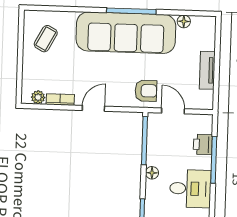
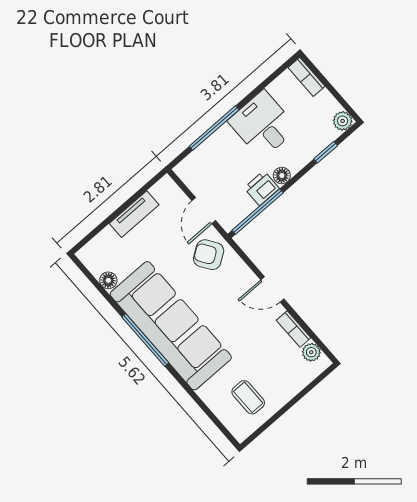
coffee table: (46, 39) -> (248, 397), turned 62
armchair: (146, 91) -> (209, 255), turned -34
printer: (203, 145) -> (262, 188), moved, turned 180

